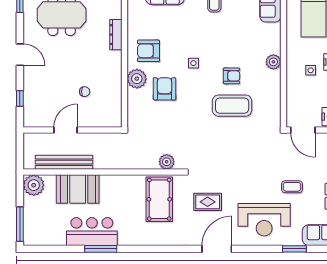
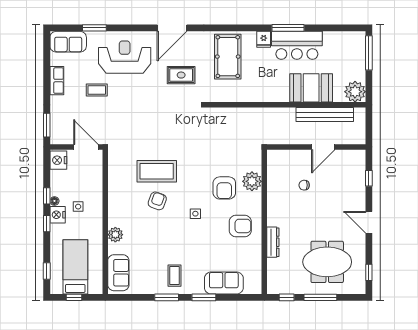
plant: (273, 62) -> (115, 235), moved
armchair: (232, 76) -> (157, 201), turned 110
plant: (137, 79) -> (252, 181), moved
plant: (167, 162) -> (222, 115), removed
pool table: (159, 199) -> (228, 57), moved
fridge: (125, 237) -> (264, 39), added

